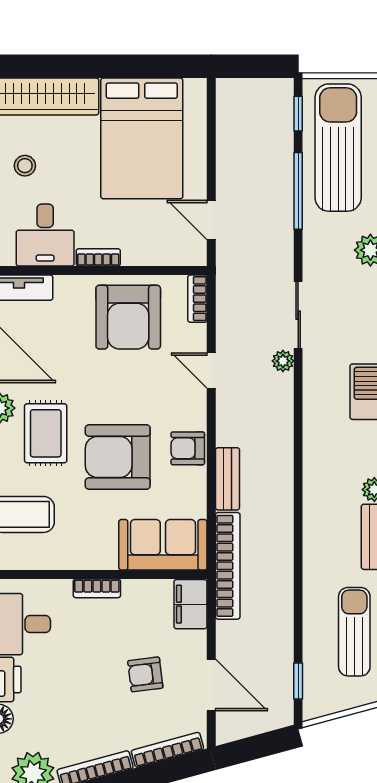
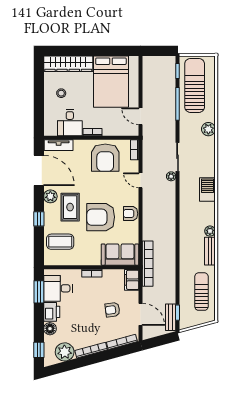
bench: (228, 479) -> (171, 317), moved

